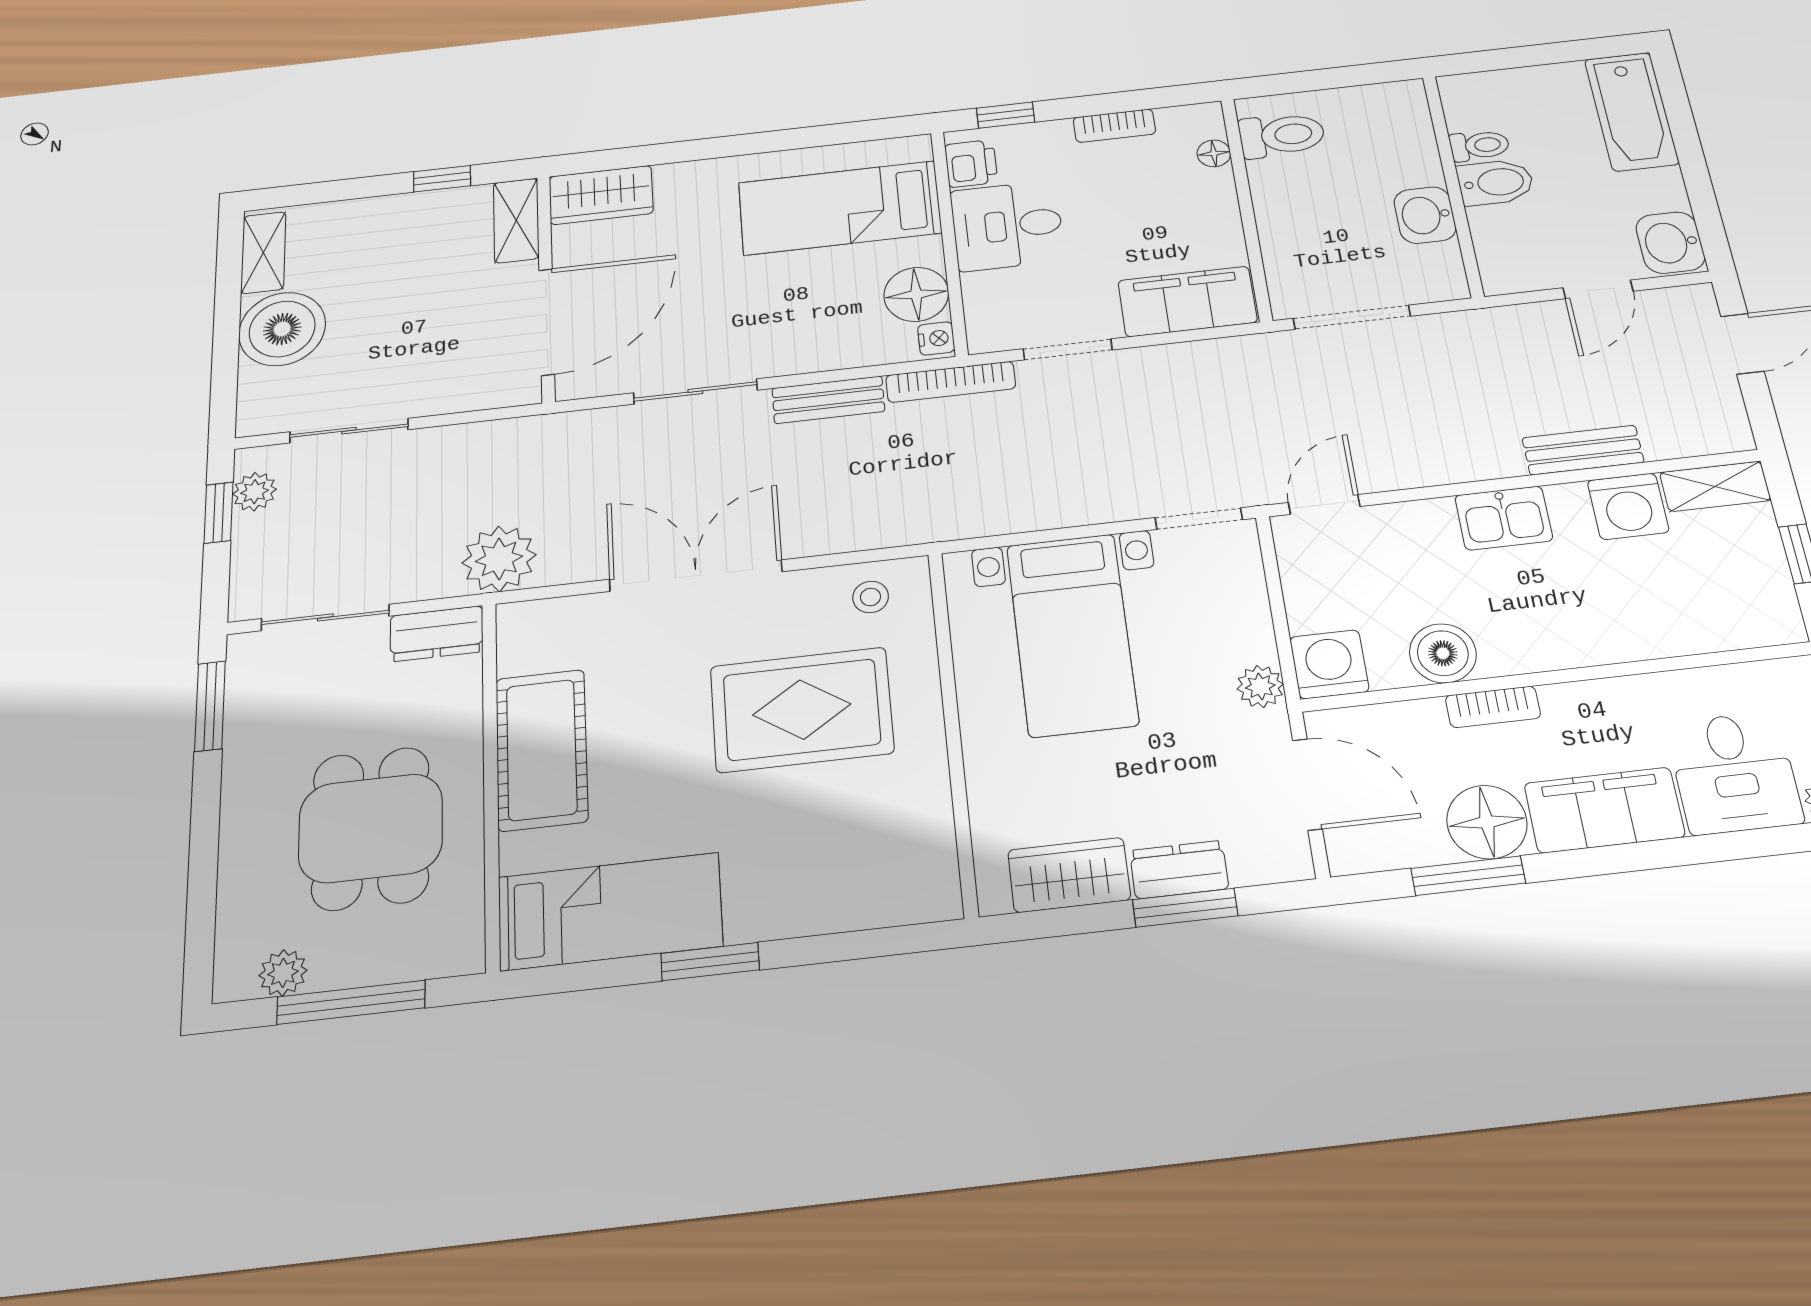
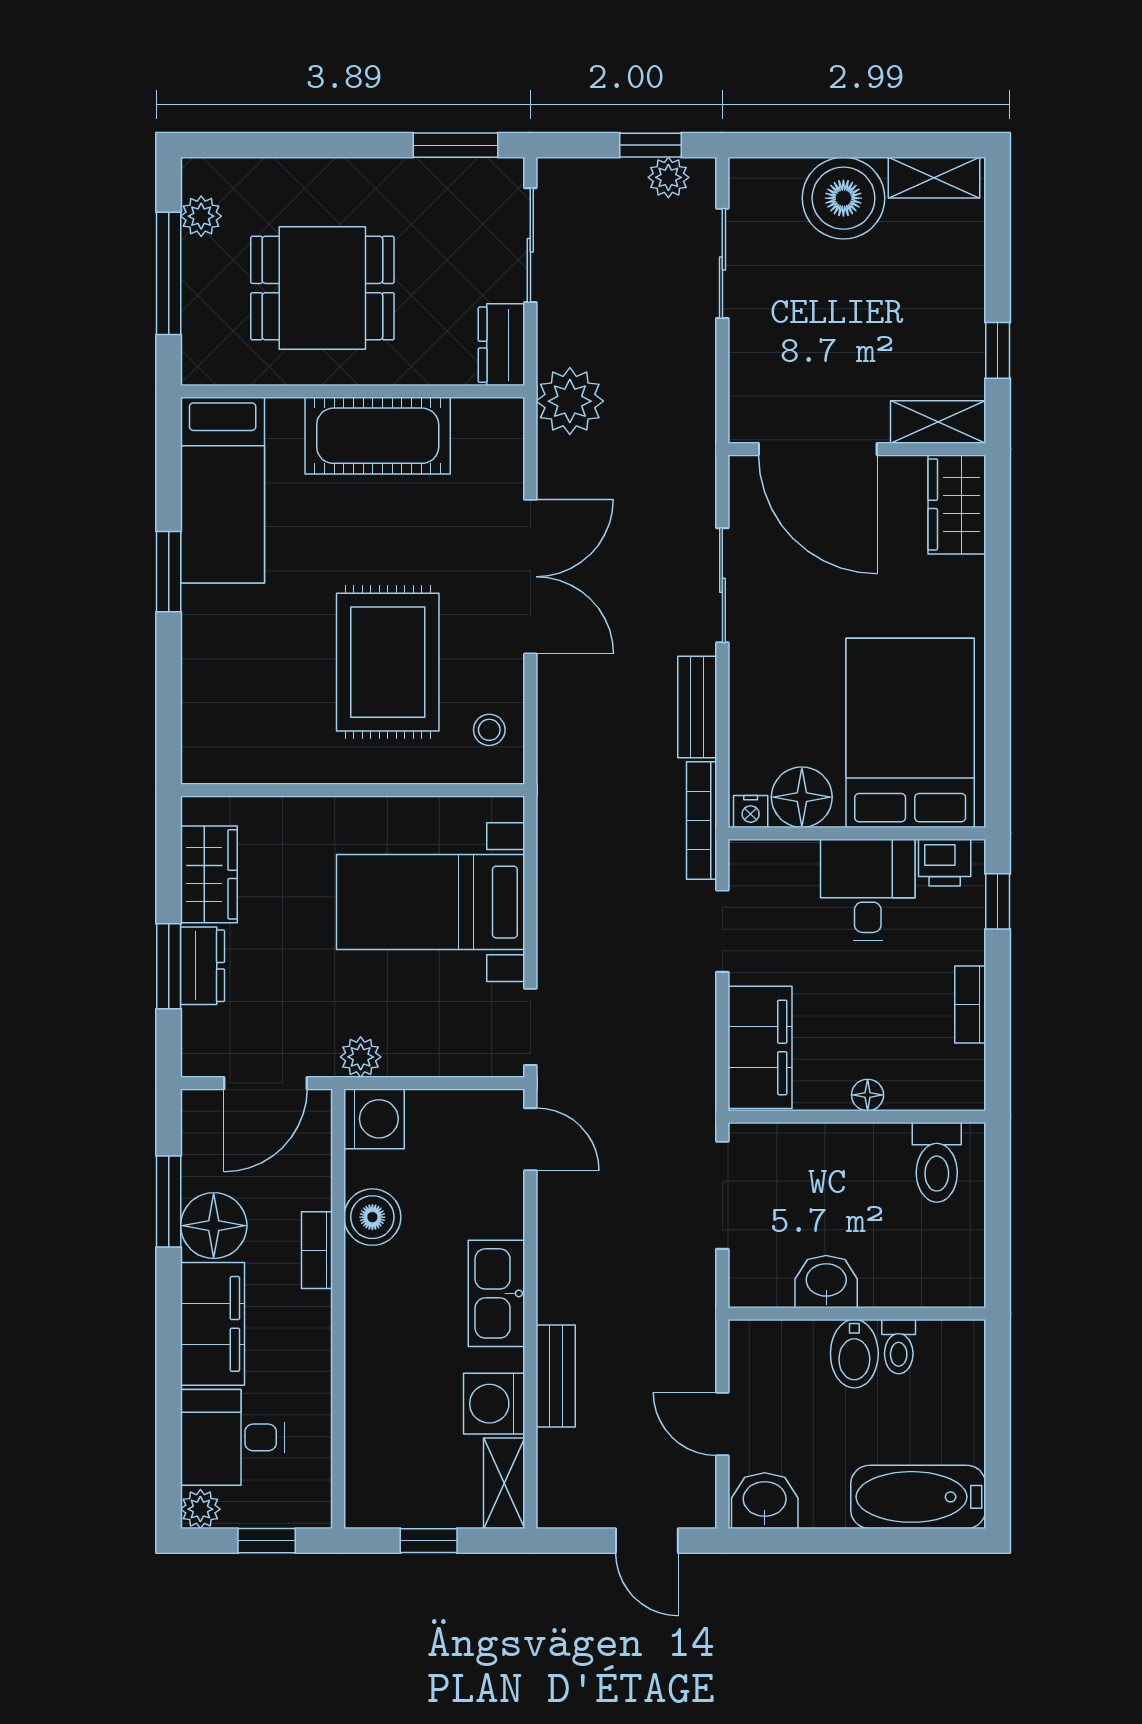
floor lamp: (1214, 153) -> (868, 1095), moved
bed: (840, 208) -> (910, 733), width x1.50
kitchen sink: (1504, 518) -> (496, 1293), width x1.38

